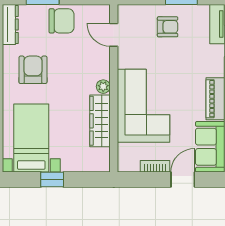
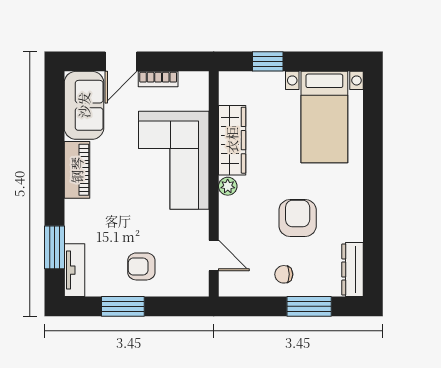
chair: (62, 21) -> (284, 274), width x0.54, depth x0.54
armchair: (33, 70) -> (298, 218), moved, turned 180
window: (52, 179) -> (268, 61), moved

